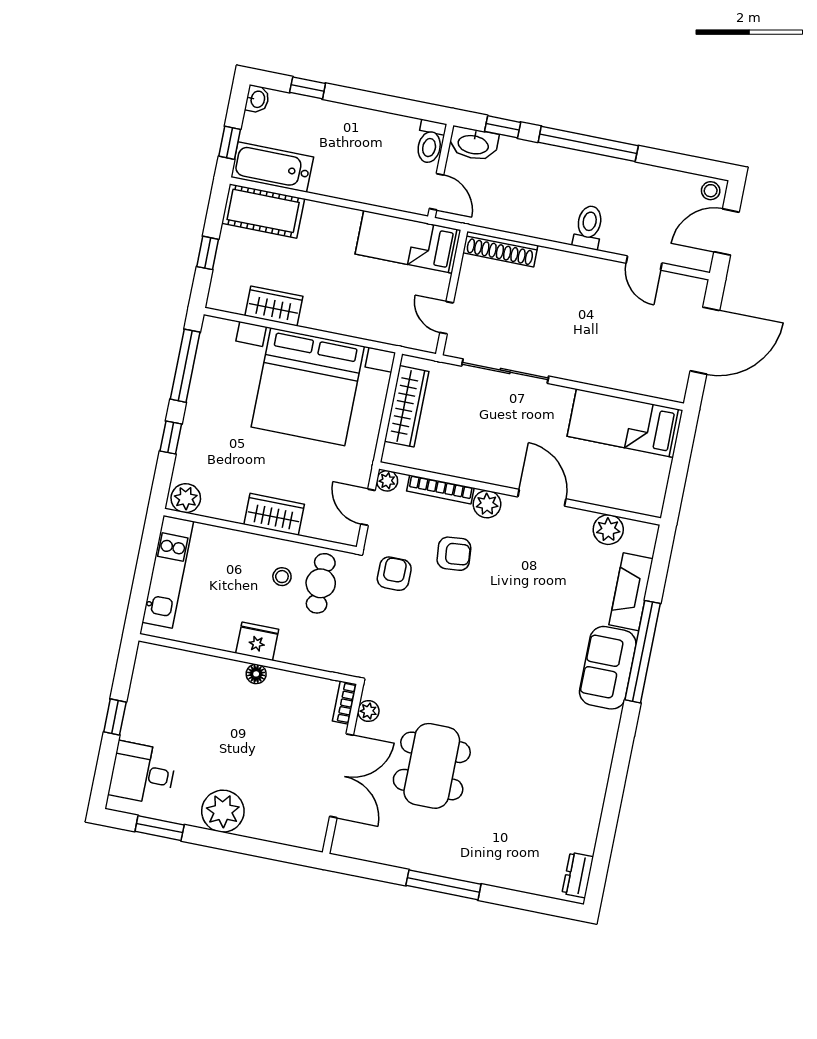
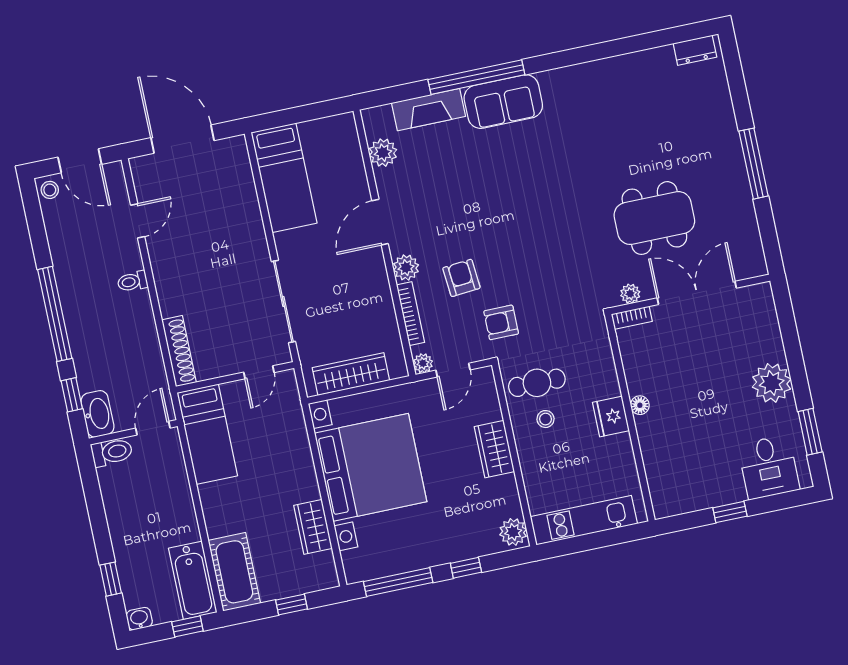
toilet: (589, 227) -> (133, 281), width x0.73, depth x0.72

